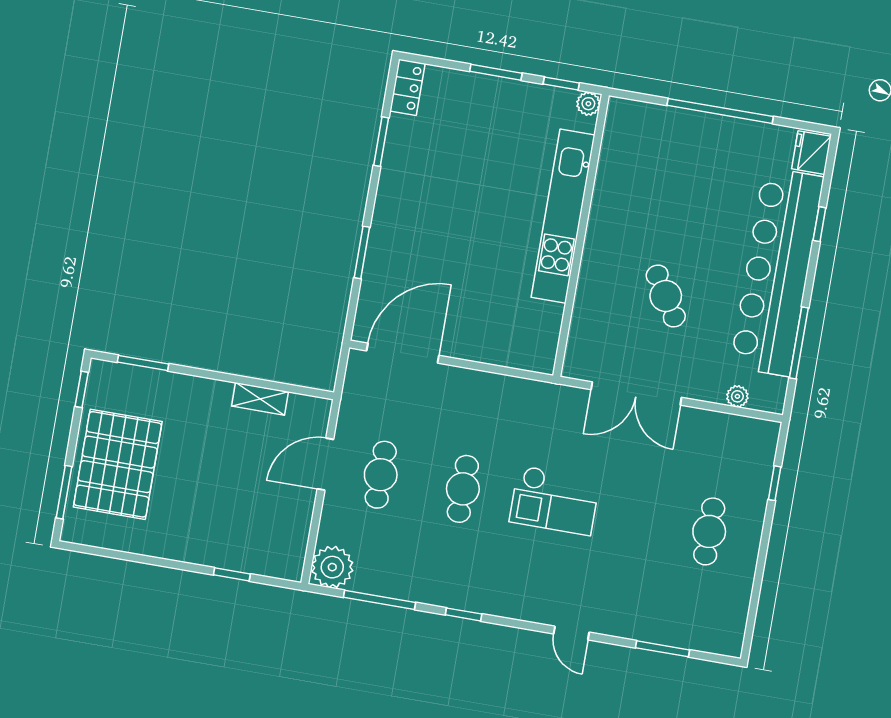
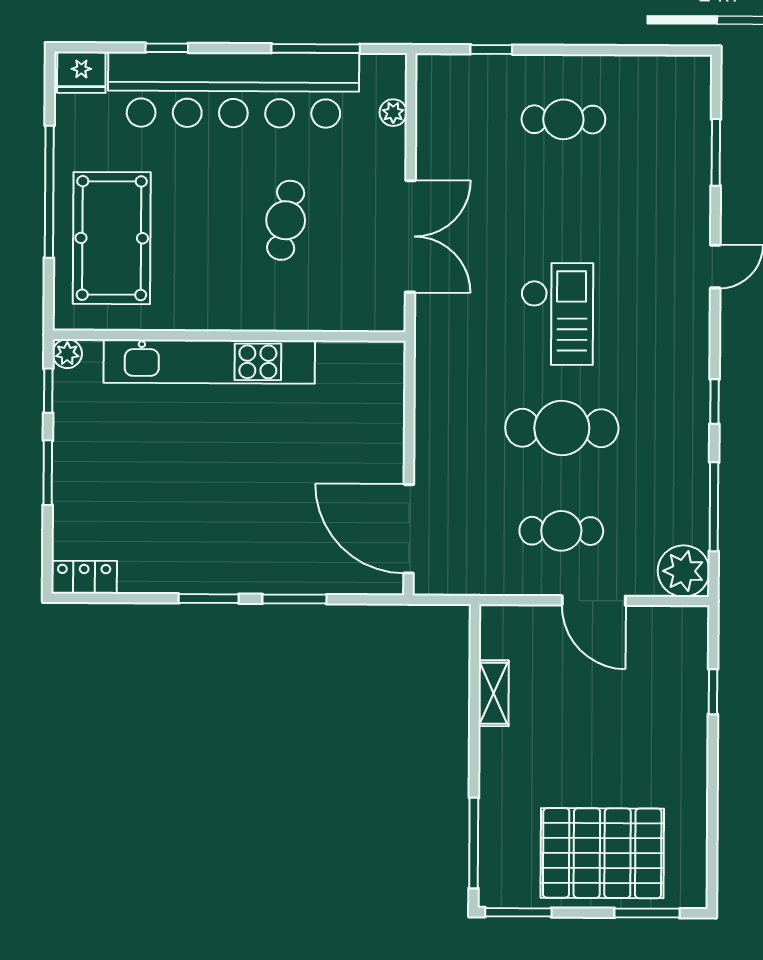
window: (381, 142) -> (209, 599), moved
pool table: (675, 155) -> (112, 238), added
cafe table: (666, 296) -> (286, 220), turned -48
window: (143, 363) -> (474, 843), width x1.44
window: (82, 389) -> (518, 912), width x1.50
door: (325, 464) -> (594, 601), moved
cafe table: (463, 489) -> (562, 428), width x1.37, depth x1.35

